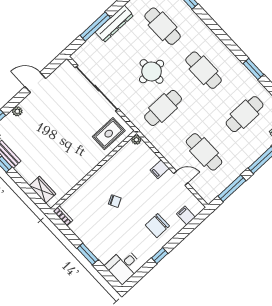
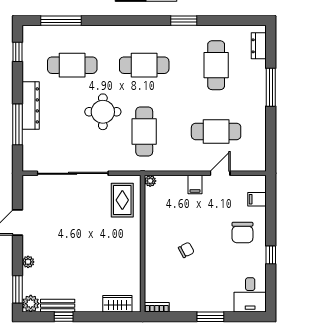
window: (232, 188) -> (271, 137), removed

